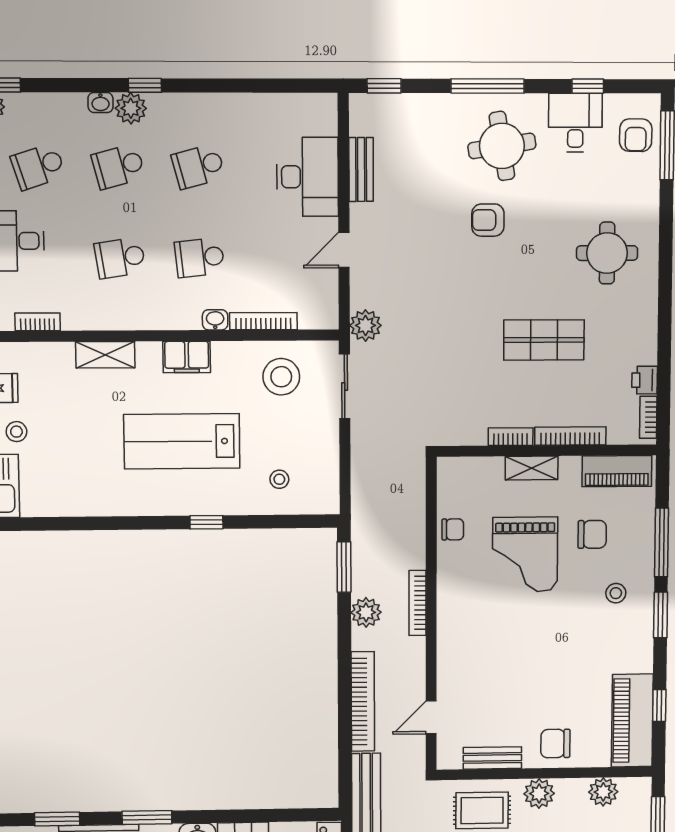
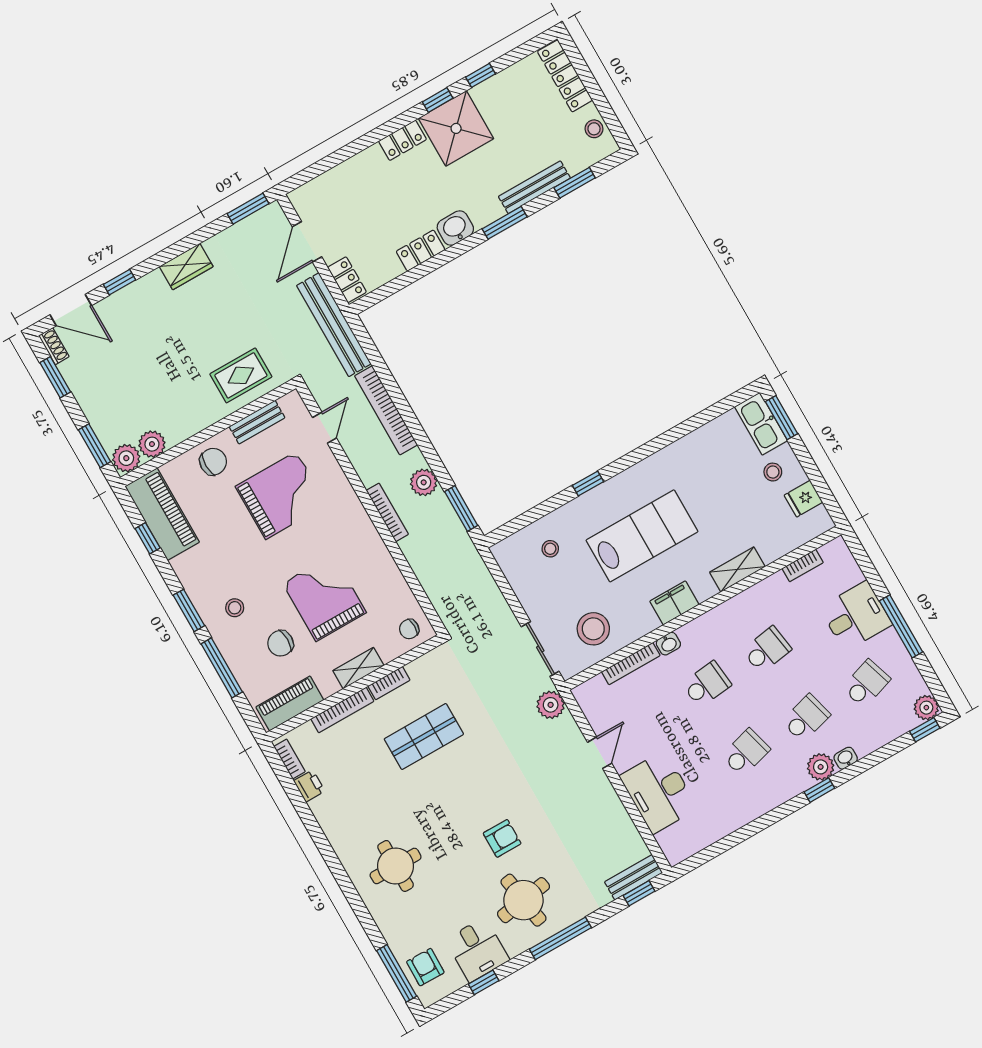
bench: (361, 169) -> (634, 877), moved, turned 90
shop shelf: (544, 340) -> (424, 737), moved
chair: (453, 529) -> (409, 629), moved
grand piano: (510, 676) -> (281, 495), added
plant: (539, 794) -> (126, 458), moved

